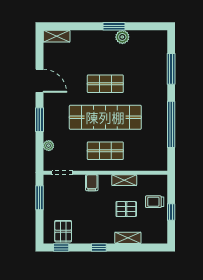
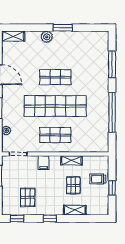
plant: (122, 37) -> (47, 37), moved
pallet: (126, 209) -> (73, 185), turned 90
pallet: (63, 231) -> (28, 197), moved

